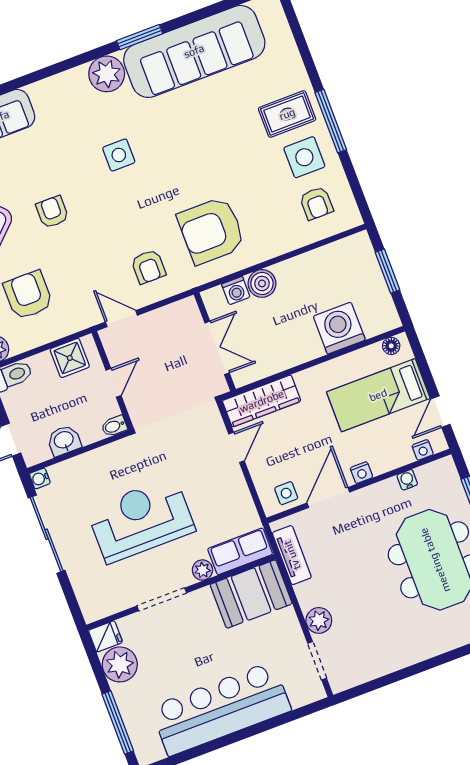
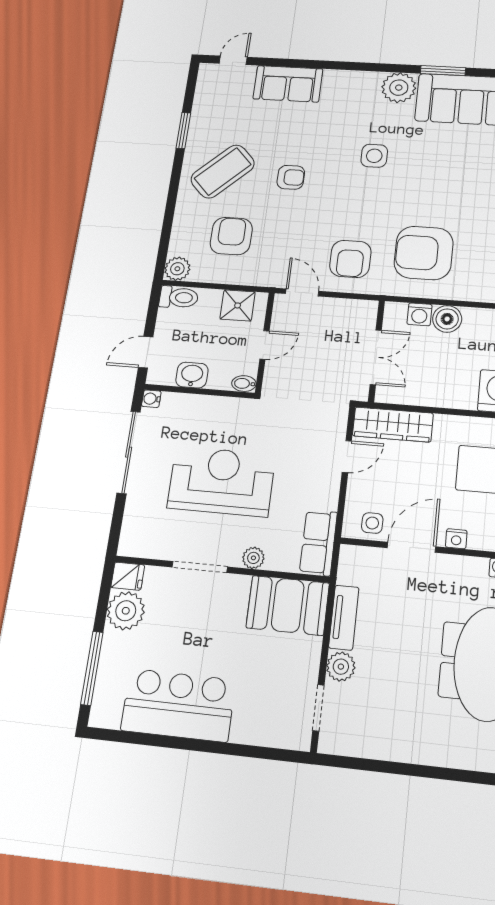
armchair: (52, 212) -> (291, 177), turned 90
armchair: (148, 267) -> (350, 259), width x1.38, depth x1.38
row of seats: (240, 551) -> (318, 543), moved, turned -90
tv unit: (292, 555) -> (344, 618), moved
bar counter: (221, 709) -> (178, 705), width x0.73

